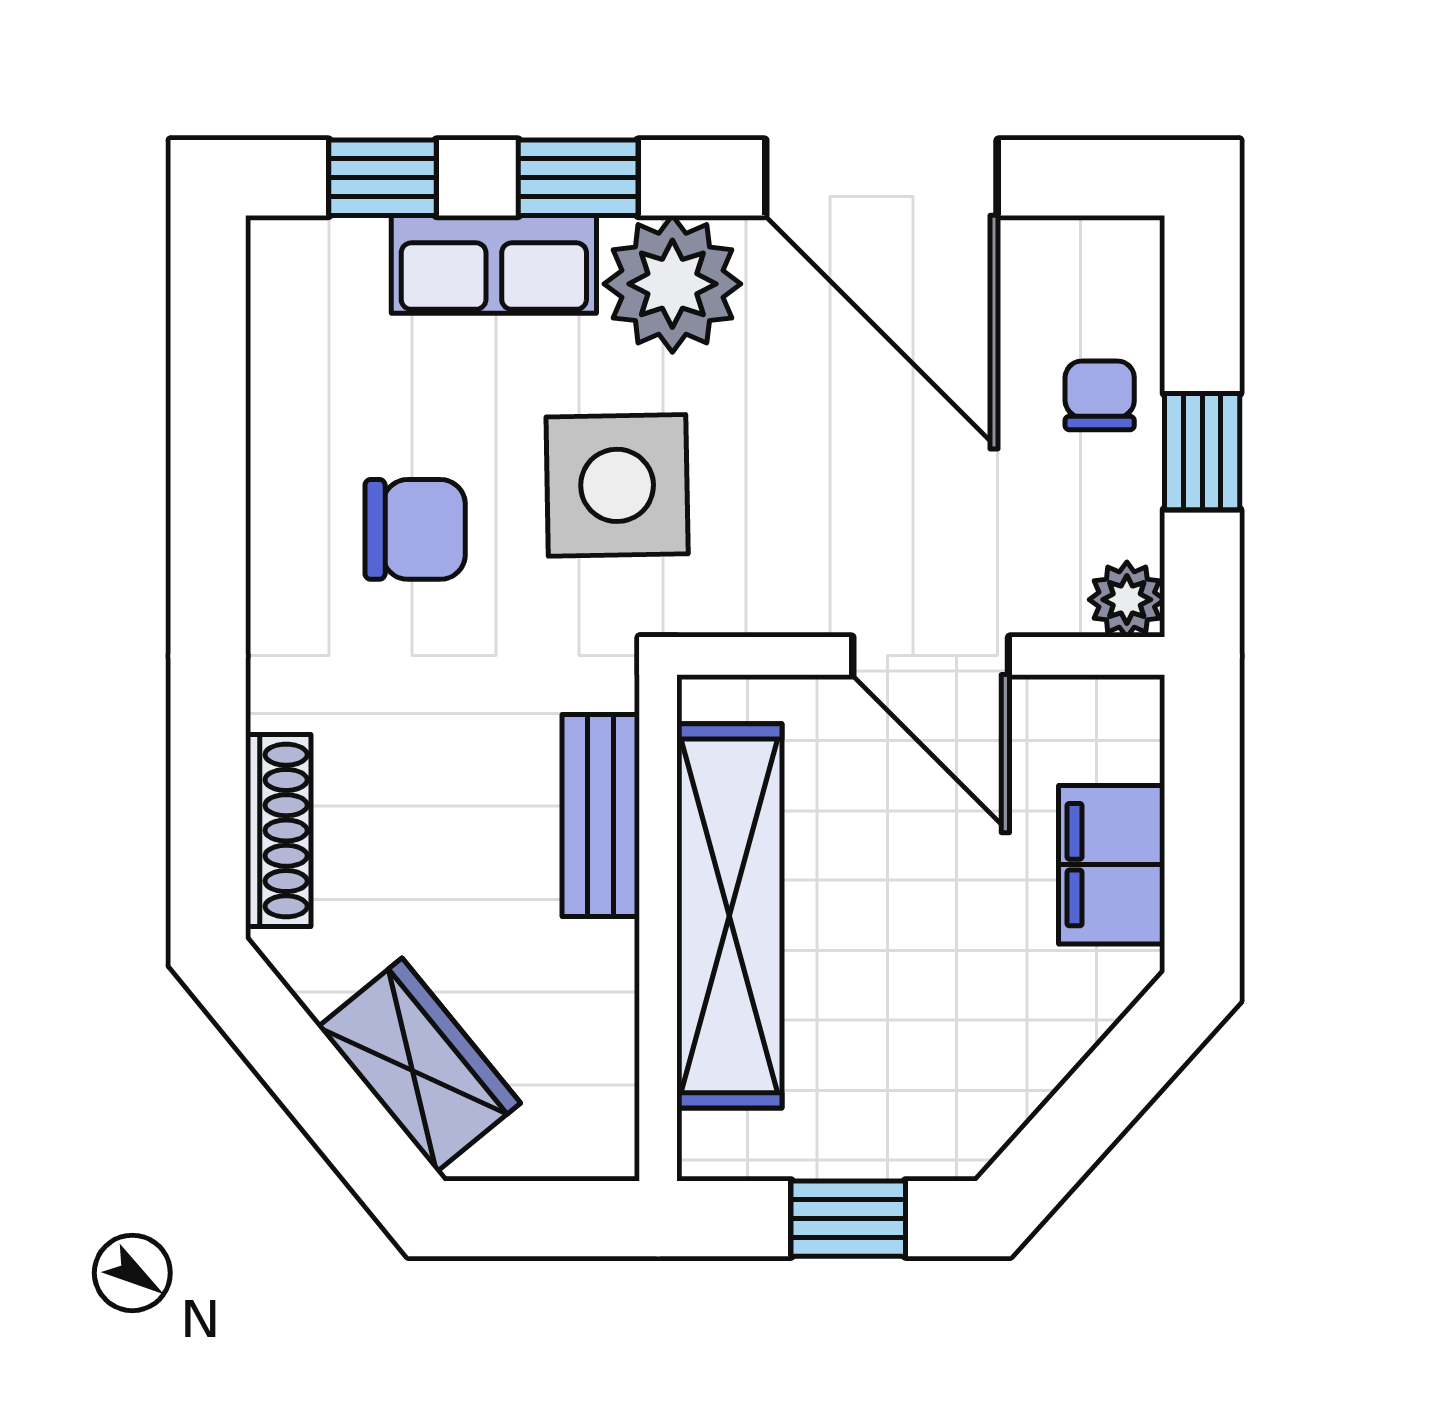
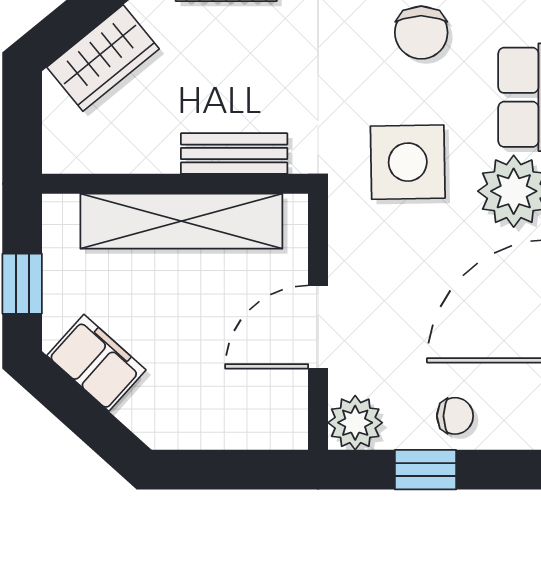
chair: (415, 529) -> (421, 33), moved
plant: (1127, 600) -> (355, 423), width x1.38, depth x1.38
filing cabinet: (1112, 865) -> (96, 363), moved, turned 42

